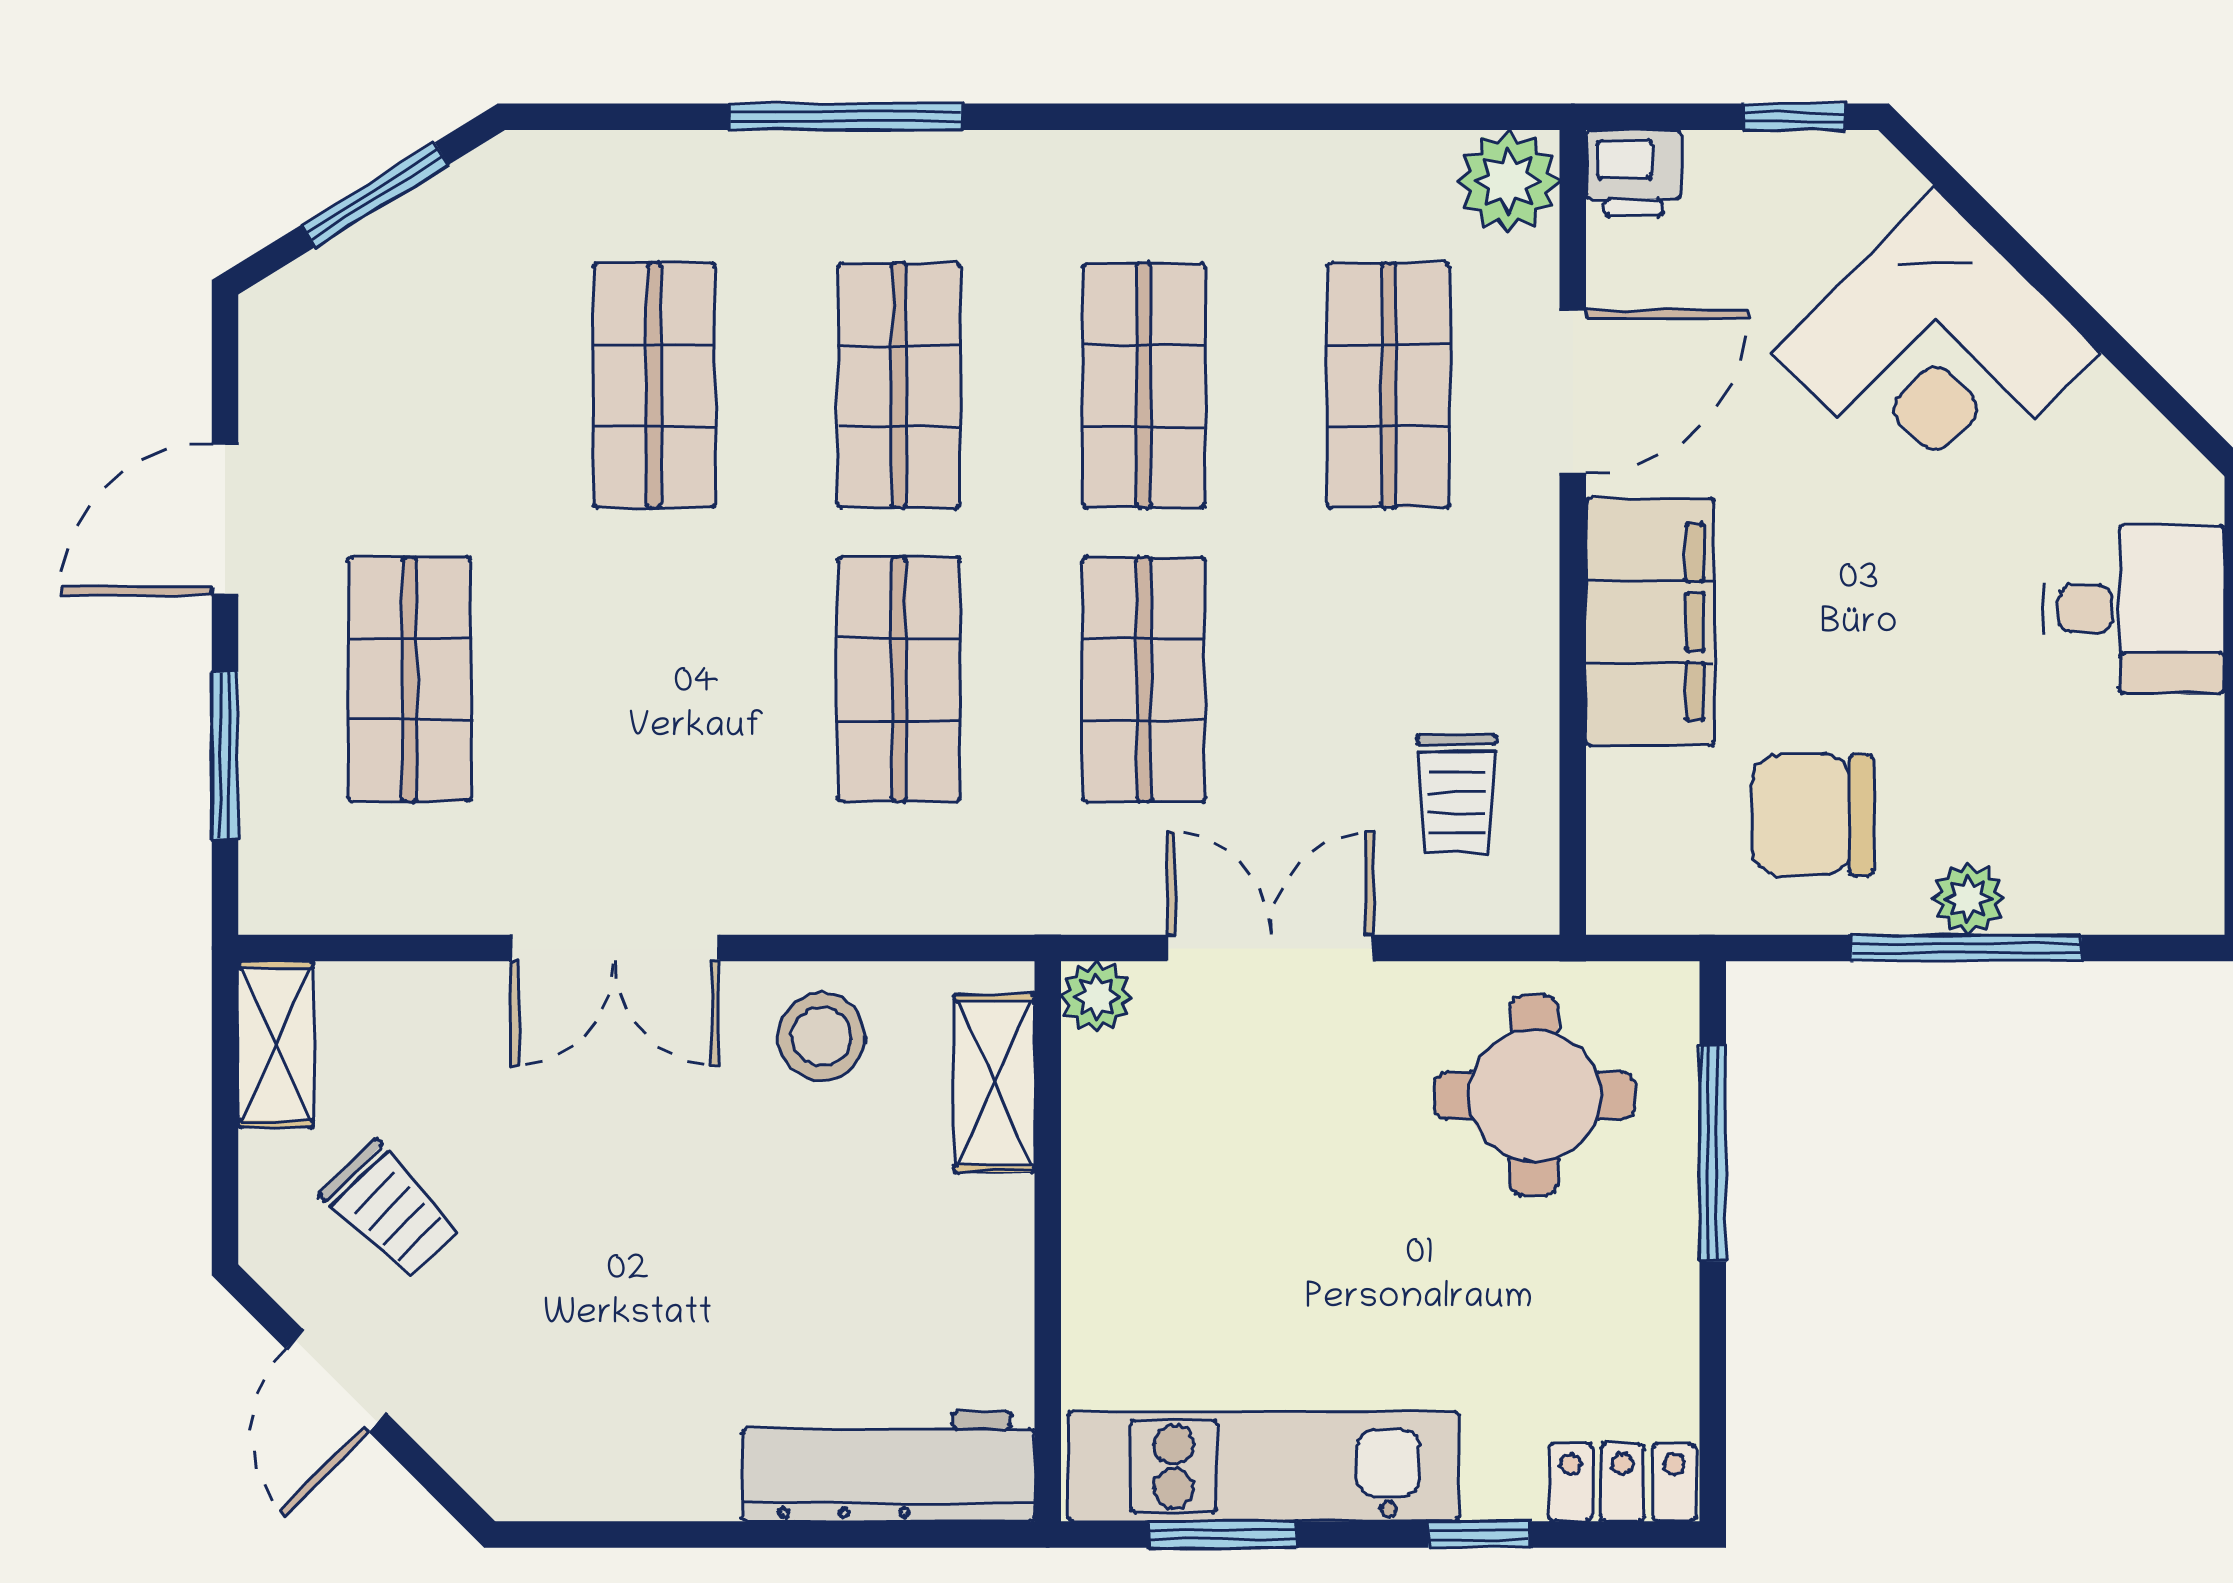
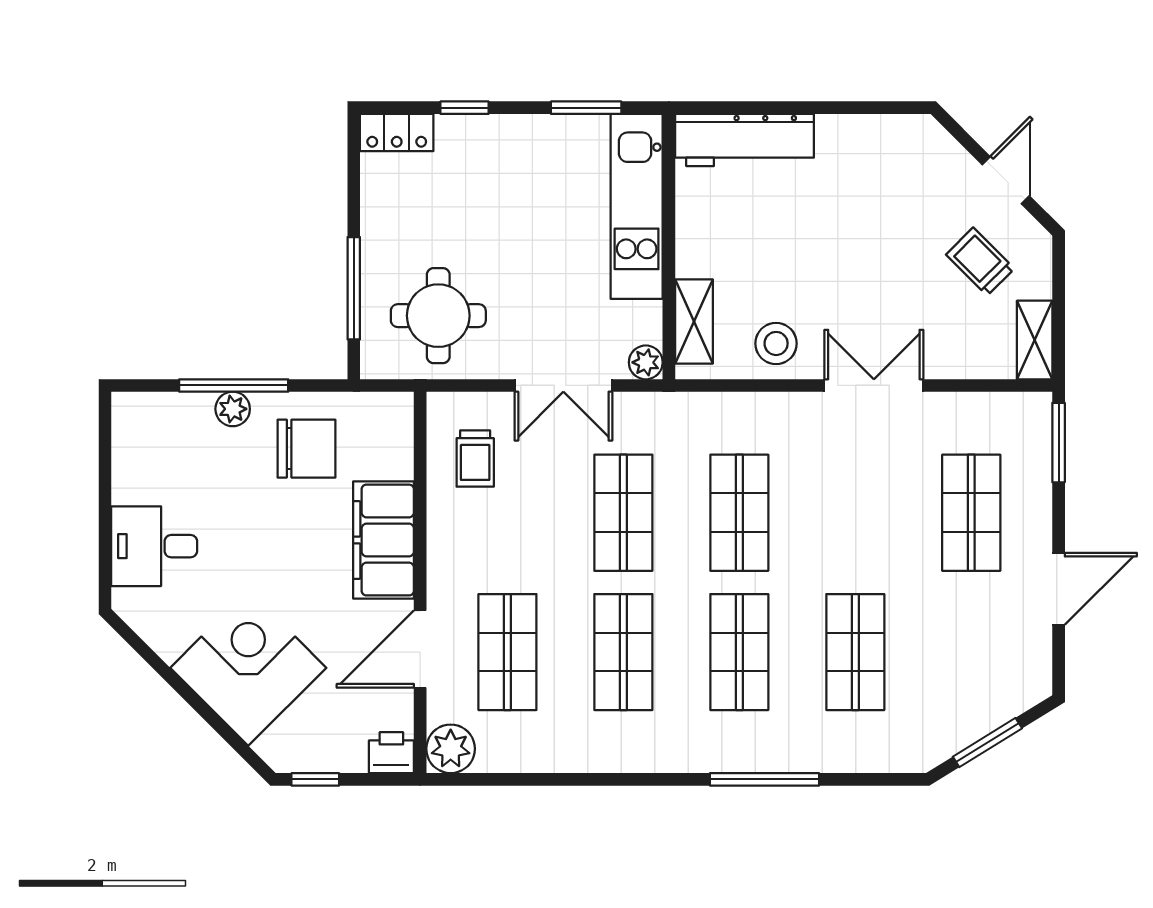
window: (225, 756) -> (1059, 443), moved
trolley: (1457, 794) -> (475, 458), turned 180
kitchen unit: (1264, 1466) -> (637, 206), moved, turned 90

